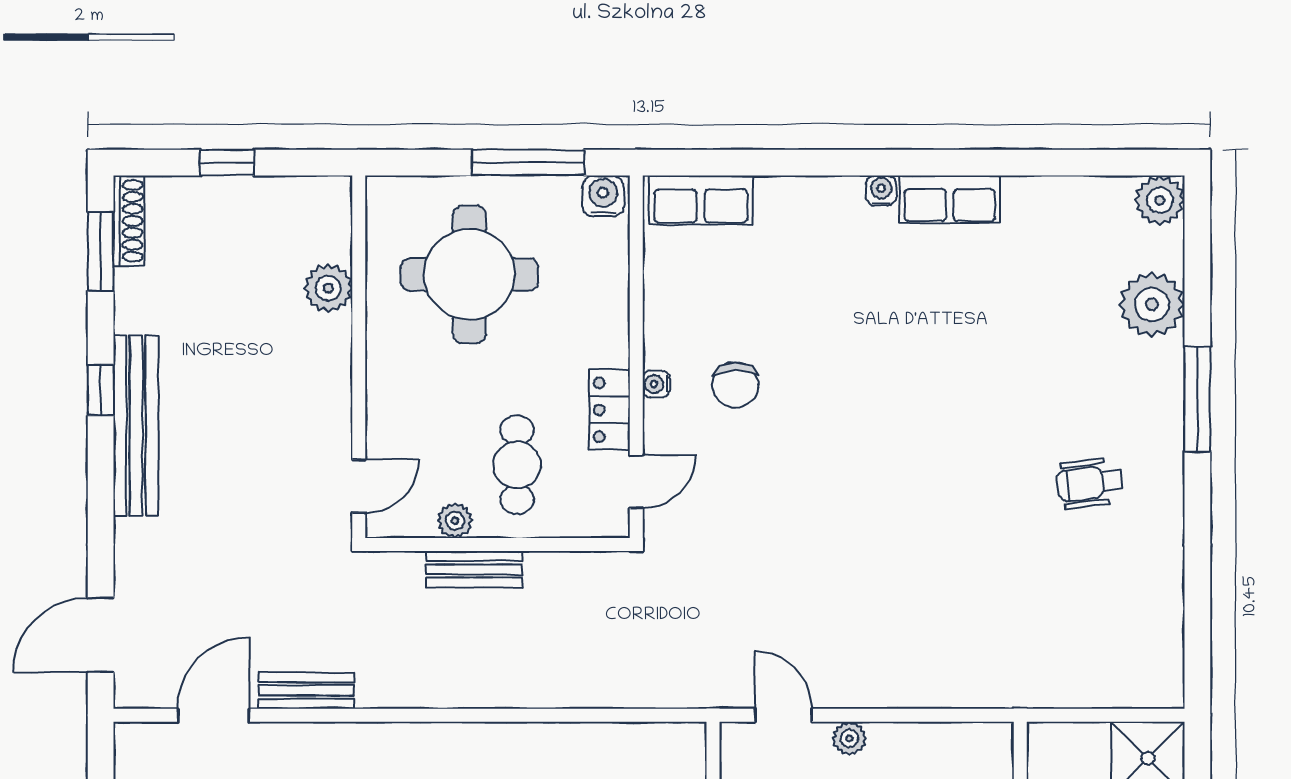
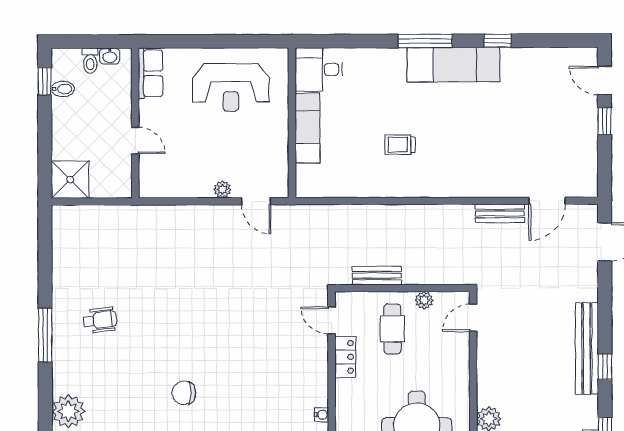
water cooler: (656, 384) -> (321, 415), moved
chair: (735, 385) -> (184, 393), moved, turned -90
window: (1197, 399) -> (45, 335), moved
door: (636, 482) -> (332, 320), hinge flipped
bench: (474, 569) -> (377, 276), moved

